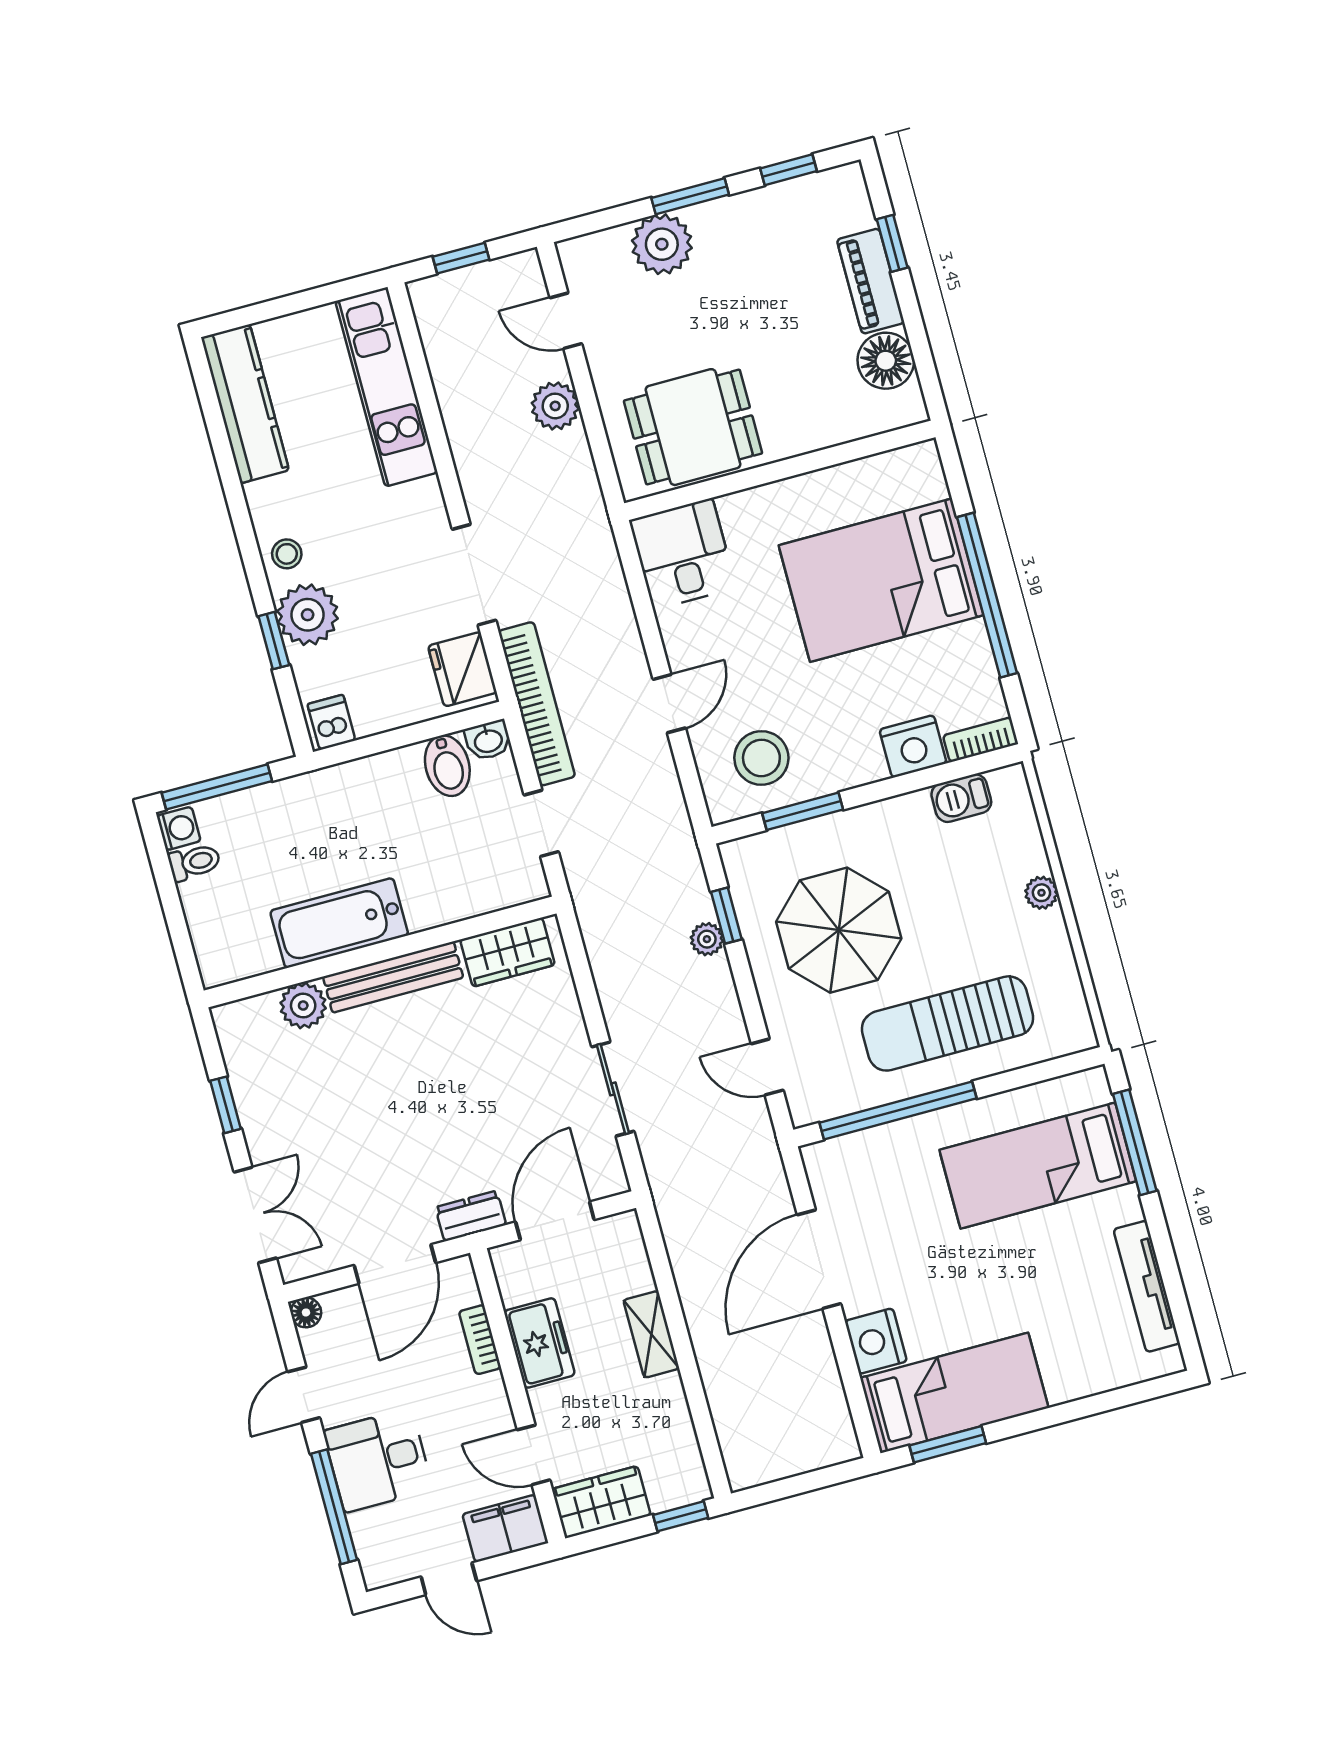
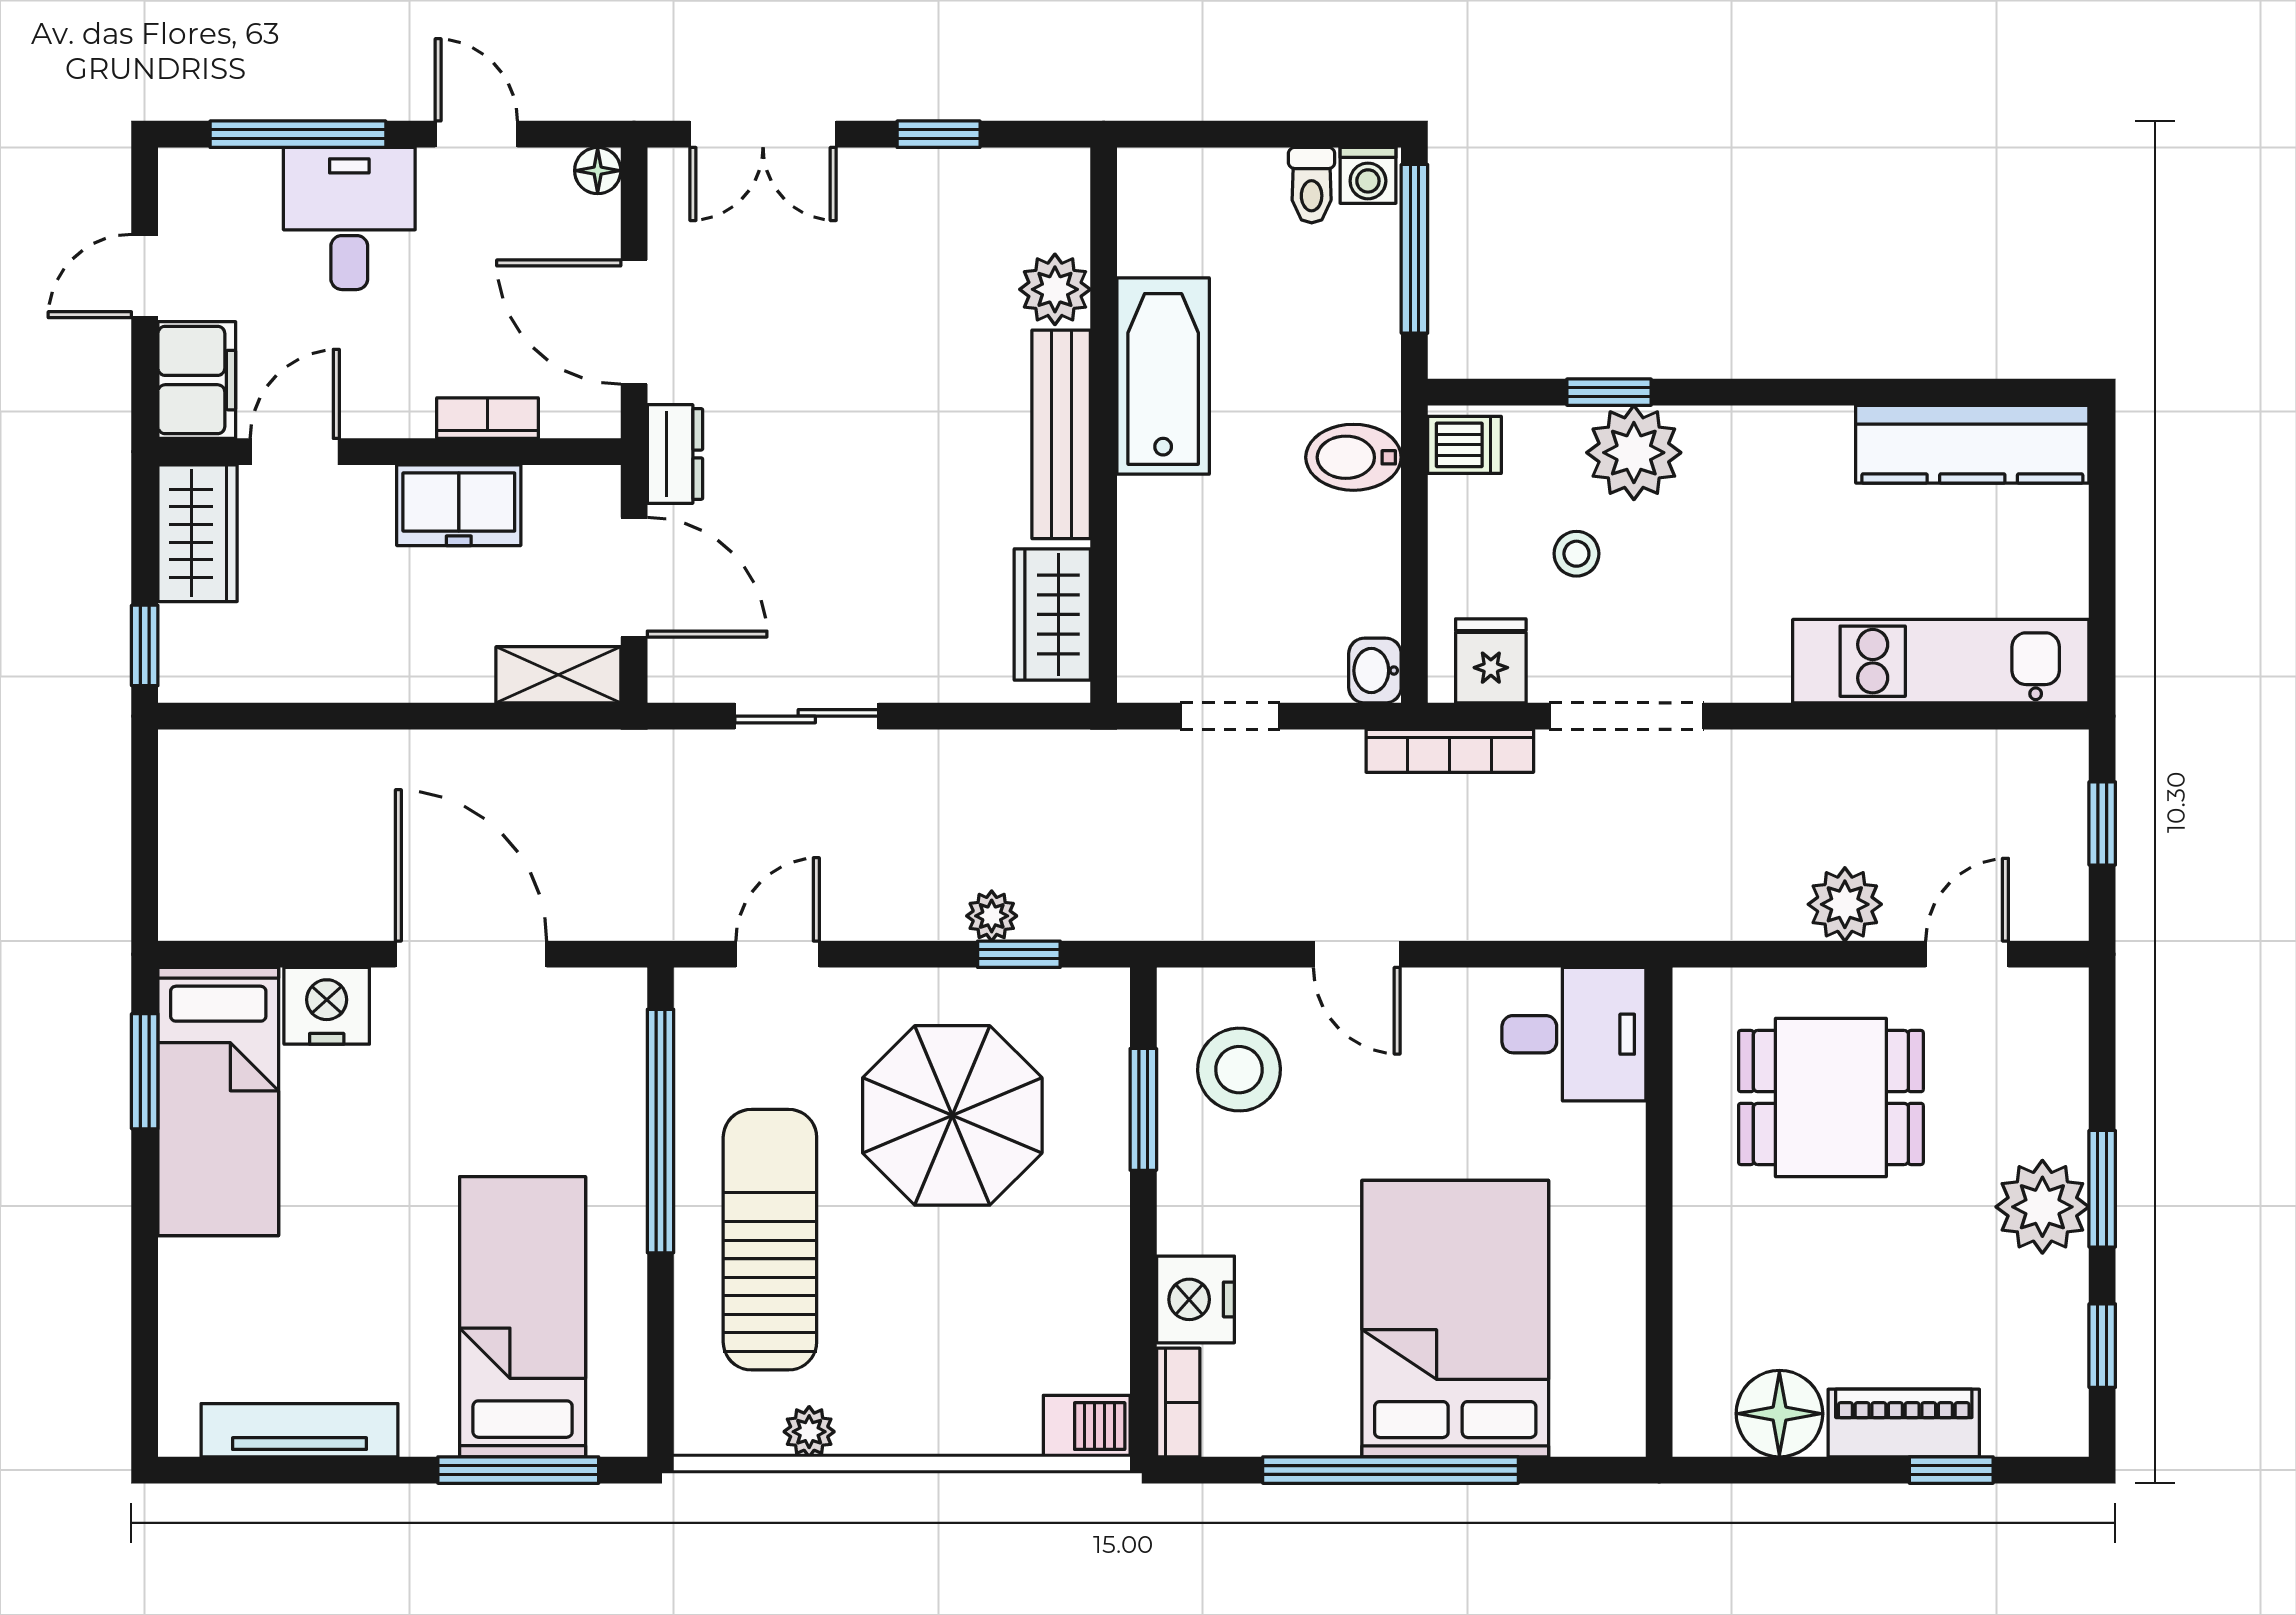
plant: (662, 244) -> (2042, 1207), moved
dining table: (693, 427) -> (1831, 1098), moved, turned 90
stool: (287, 554) -> (1576, 554), moved
fridge: (462, 669) -> (1491, 661), width x0.72
bookcase: (537, 704) -> (1450, 751), width x0.68, depth x0.76
bidet: (447, 766) -> (1353, 457), moved
barbecue: (961, 798) -> (1087, 1426), moved, turned 90
plant: (1041, 893) -> (809, 1432), moved
shelving: (651, 1334) -> (558, 675), moved

